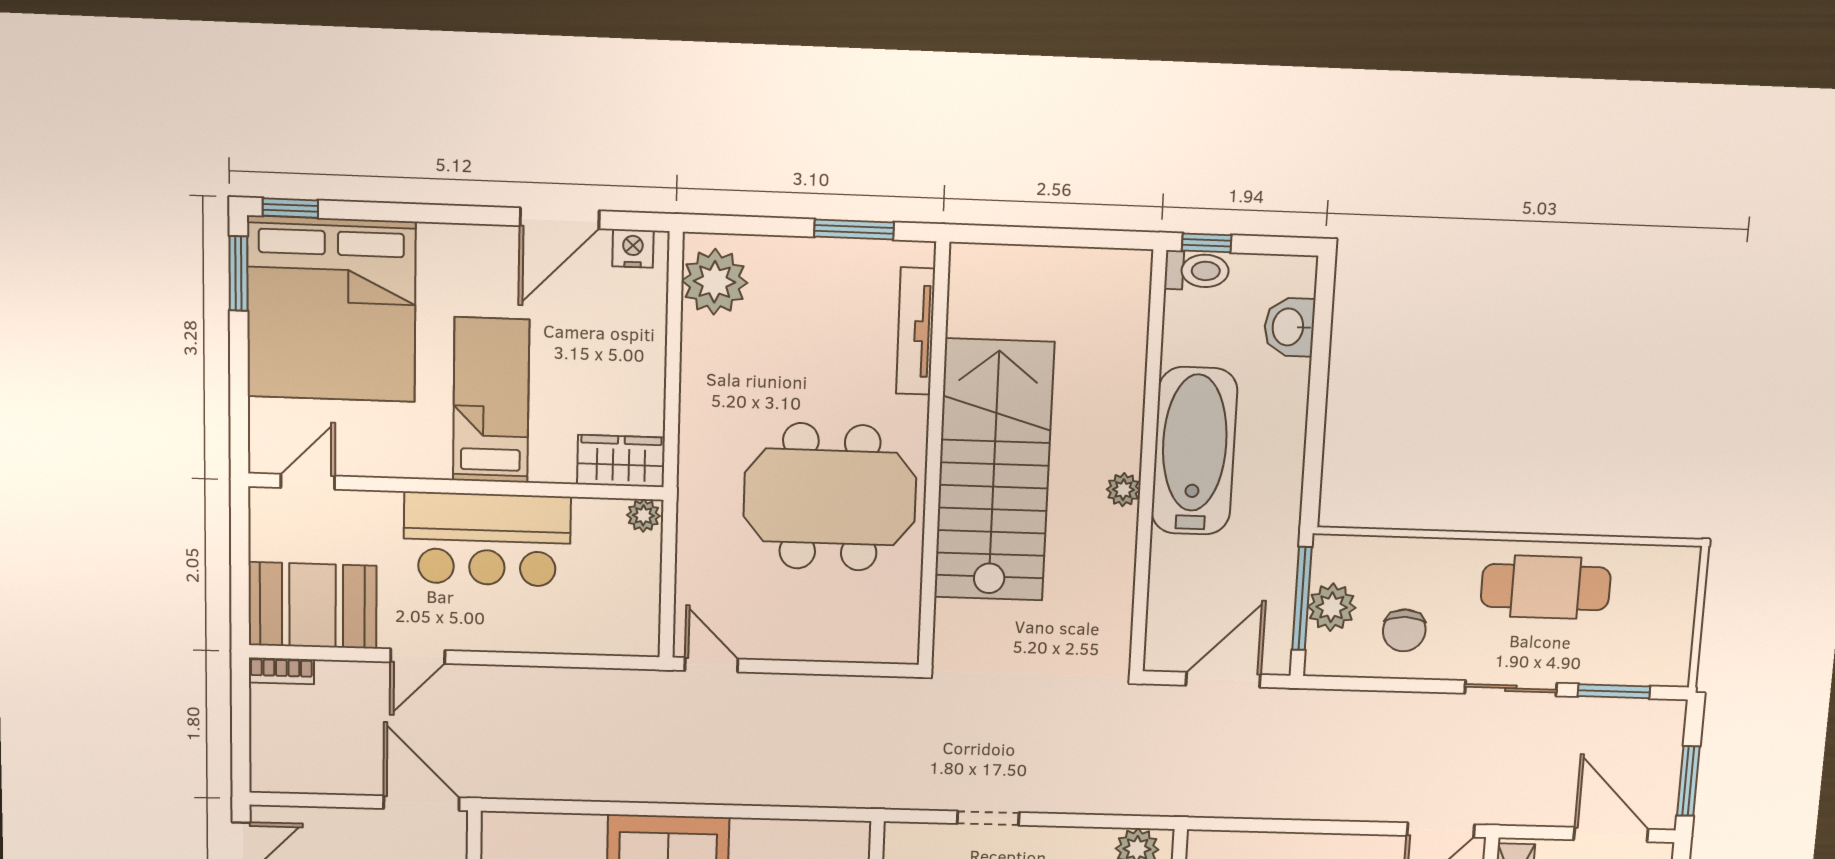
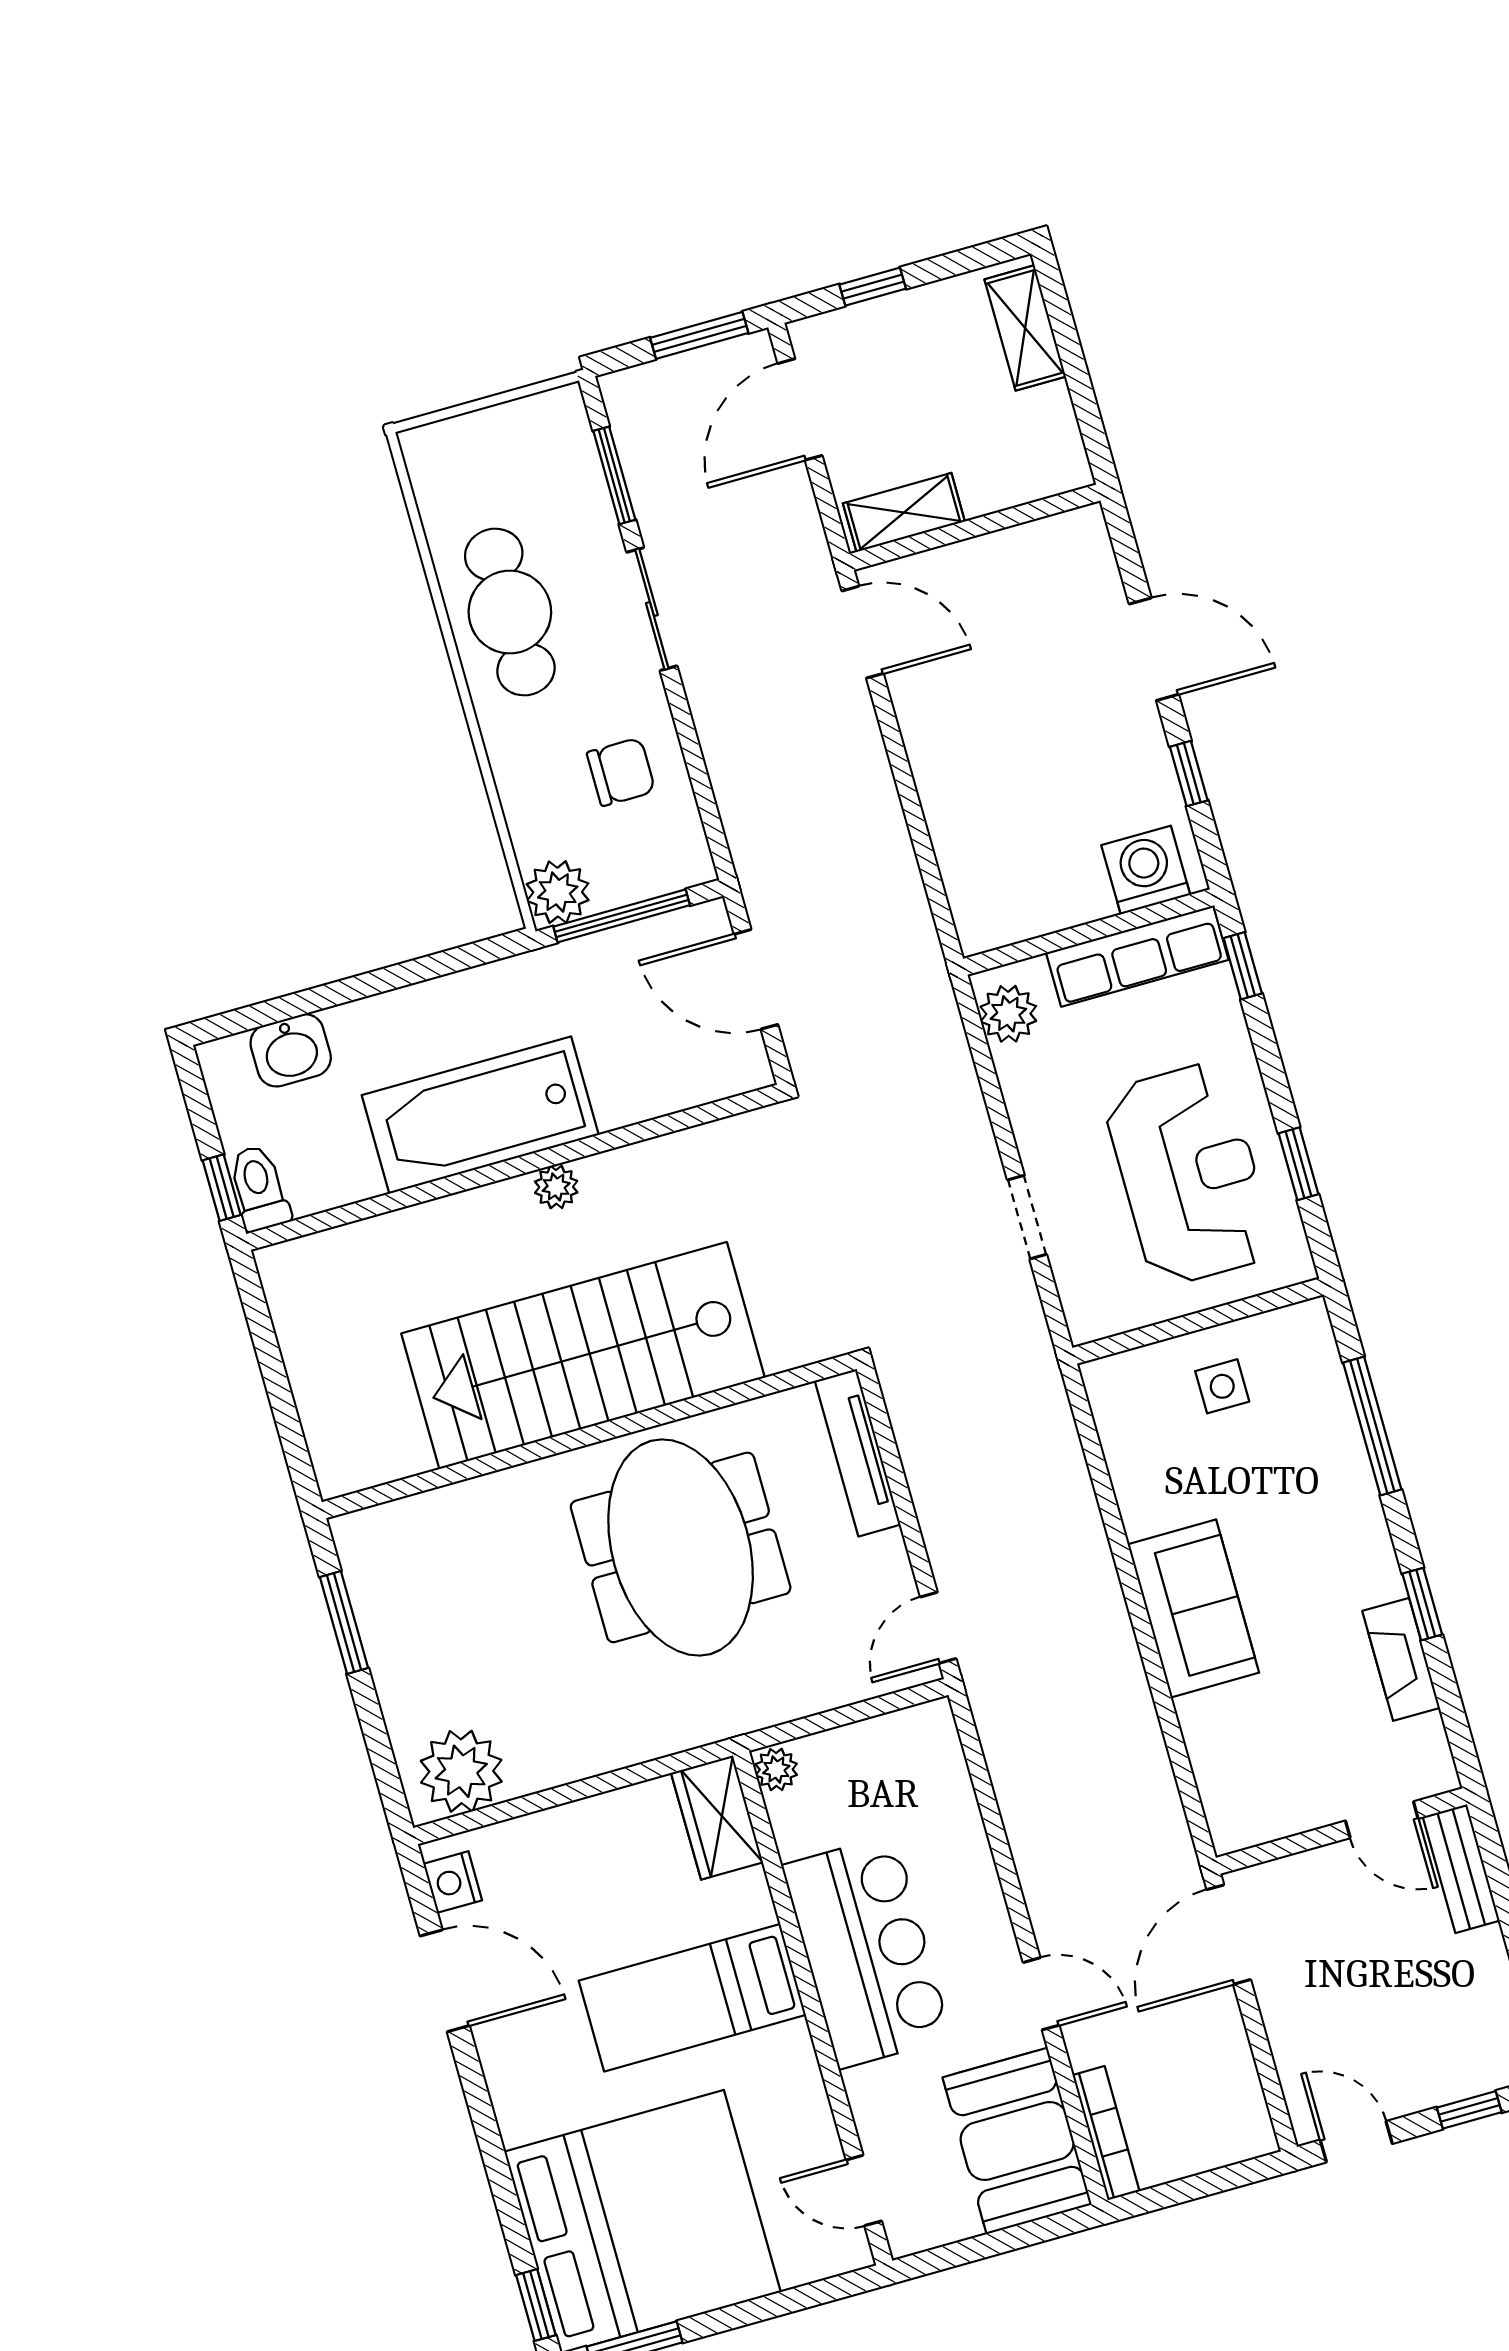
tv unit: (916, 331) -> (858, 1453), moved, turned 90
plant: (1332, 607) -> (558, 892), moved
bookcase: (281, 671) -> (1106, 2133), width x1.56

